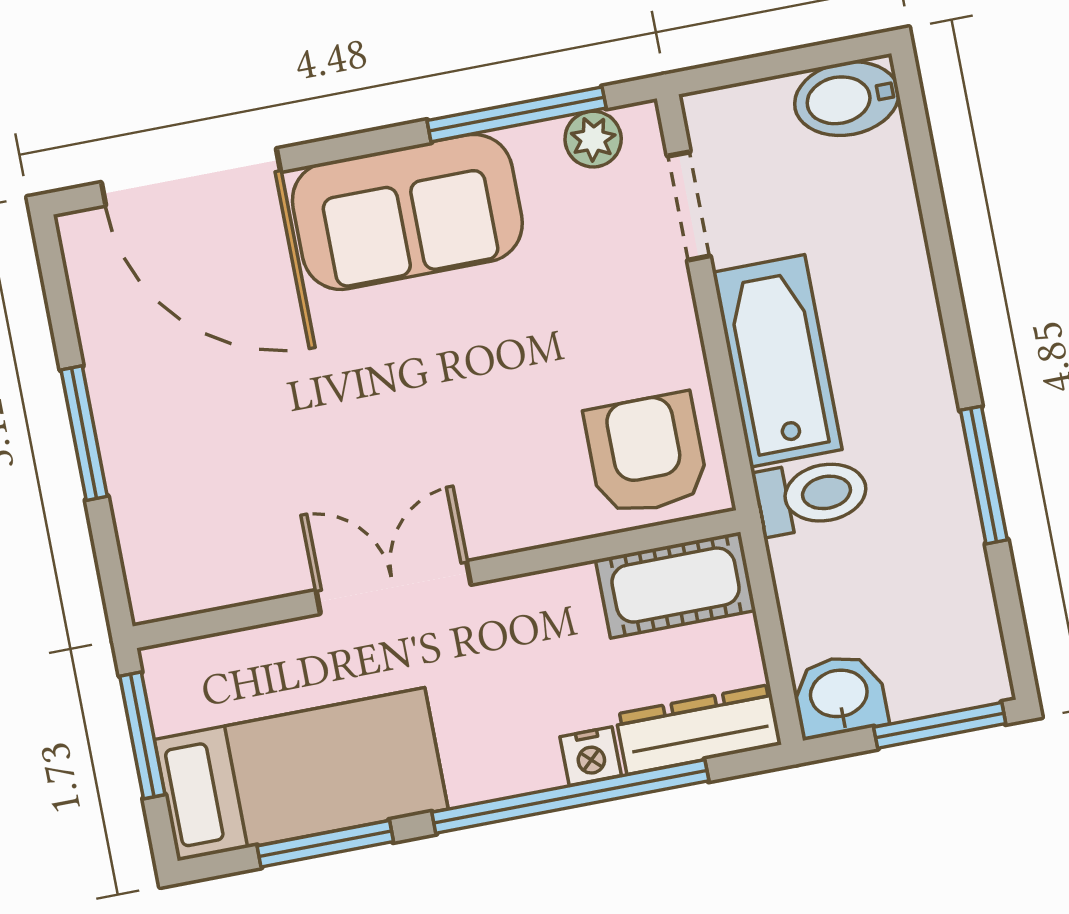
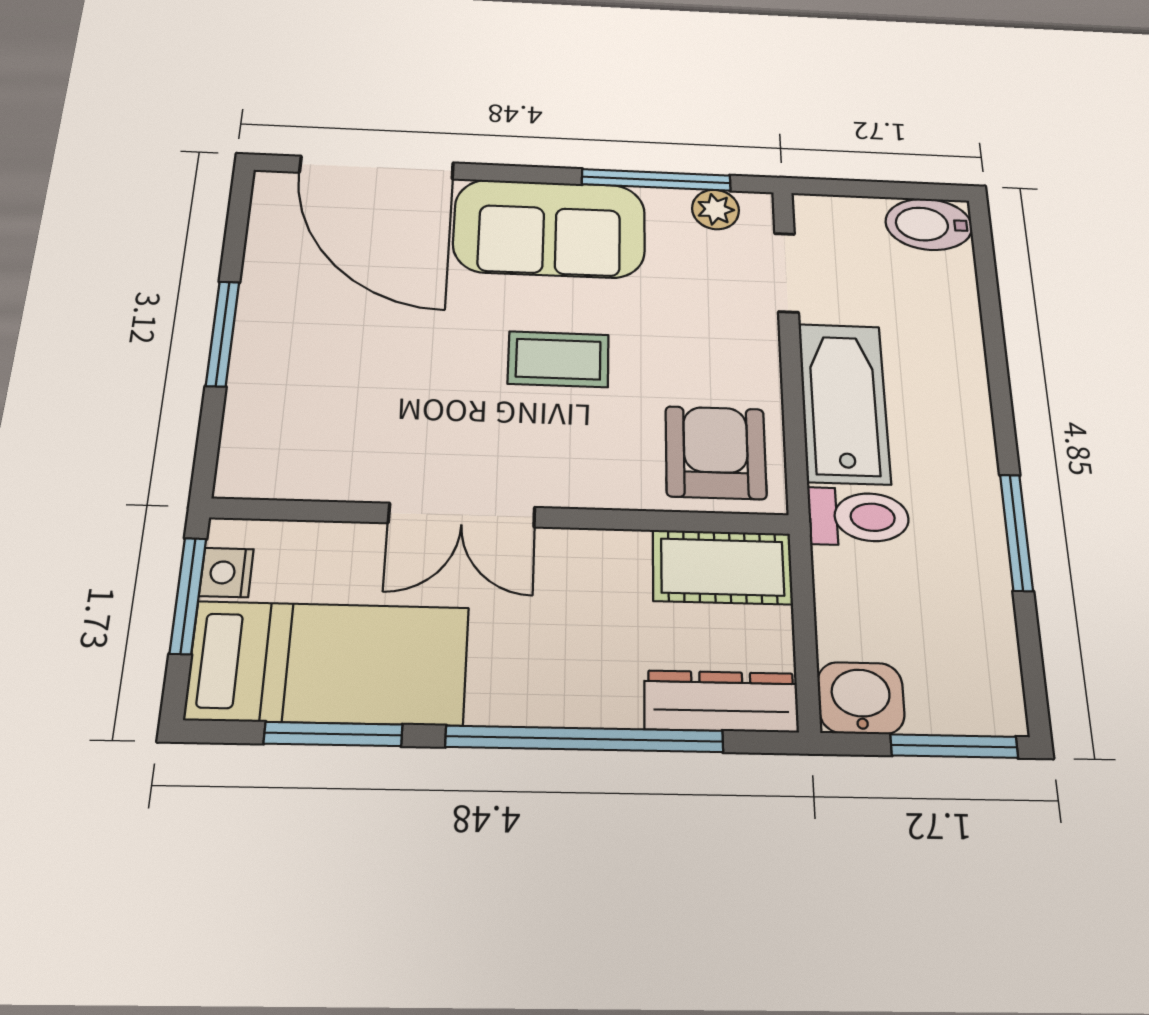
coffee table: (454, 380) -> (558, 359), added
double door: (393, 587) -> (462, 515), swing flipped
nightstand: (591, 756) -> (226, 572), moved, turned 90

